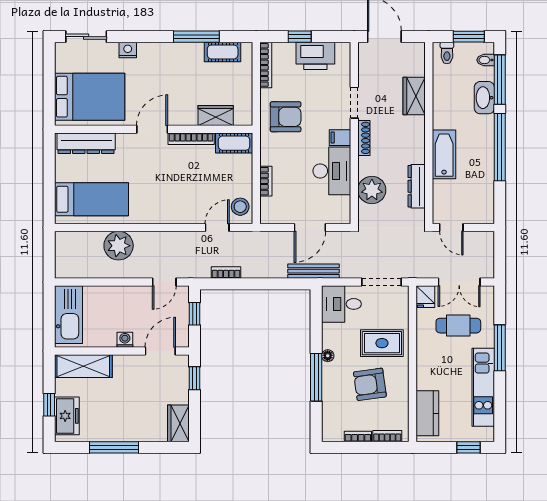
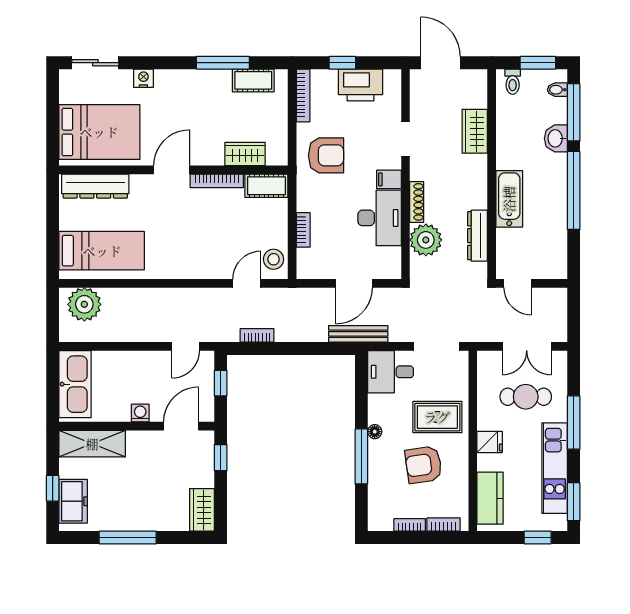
washbasin: (484, 98) -> (556, 138), width x0.72
shoe rack: (364, 138) -> (417, 202), moved
plant: (119, 246) -> (84, 304), moved
fridge: (425, 297) -> (490, 442), moved, turned -90
window: (500, 416) -> (574, 502), added

